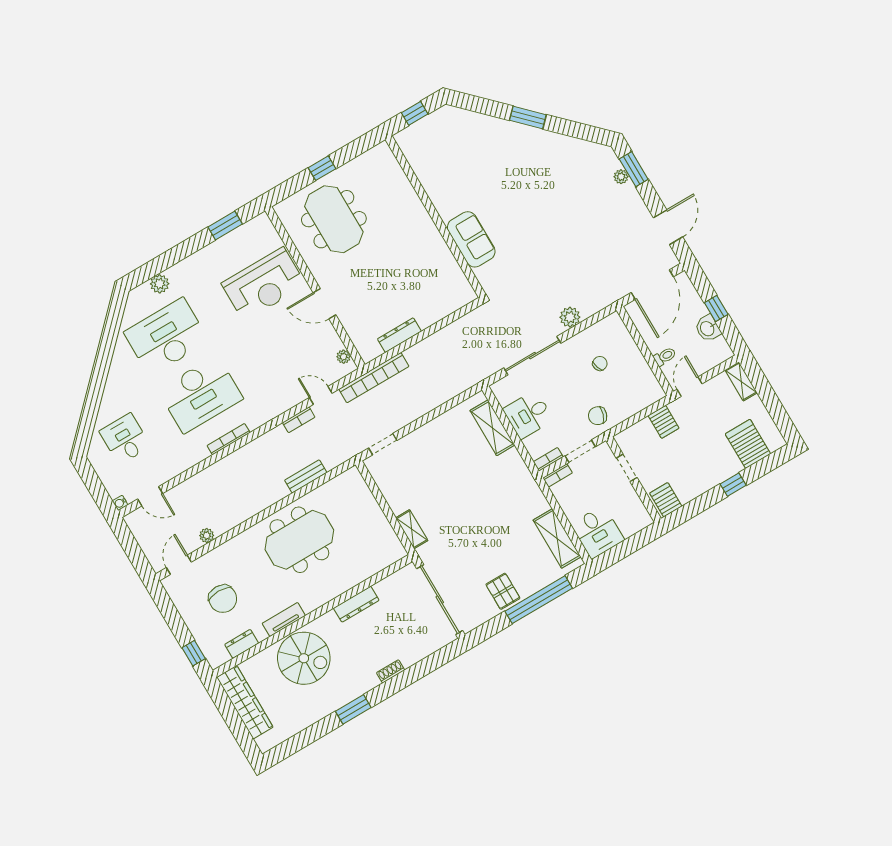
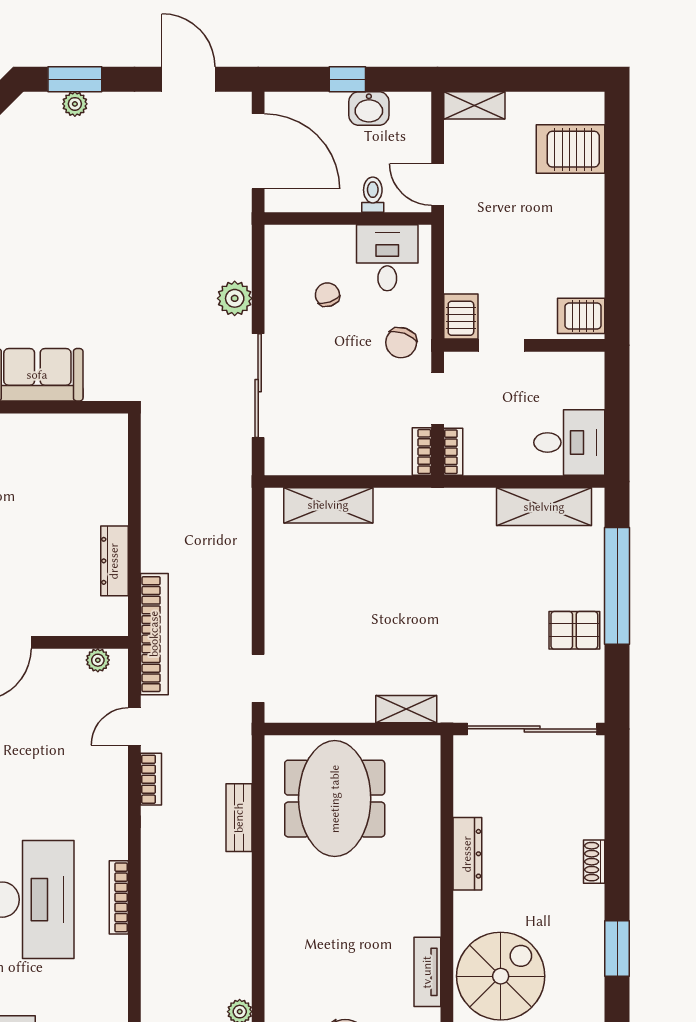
desk: (528, 415) -> (387, 258), moved, turned 180
server rack: (664, 422) -> (461, 316), moved, turned -90
window: (733, 485) -> (617, 205), removed
meeting table: (299, 540) -> (335, 799), moved

